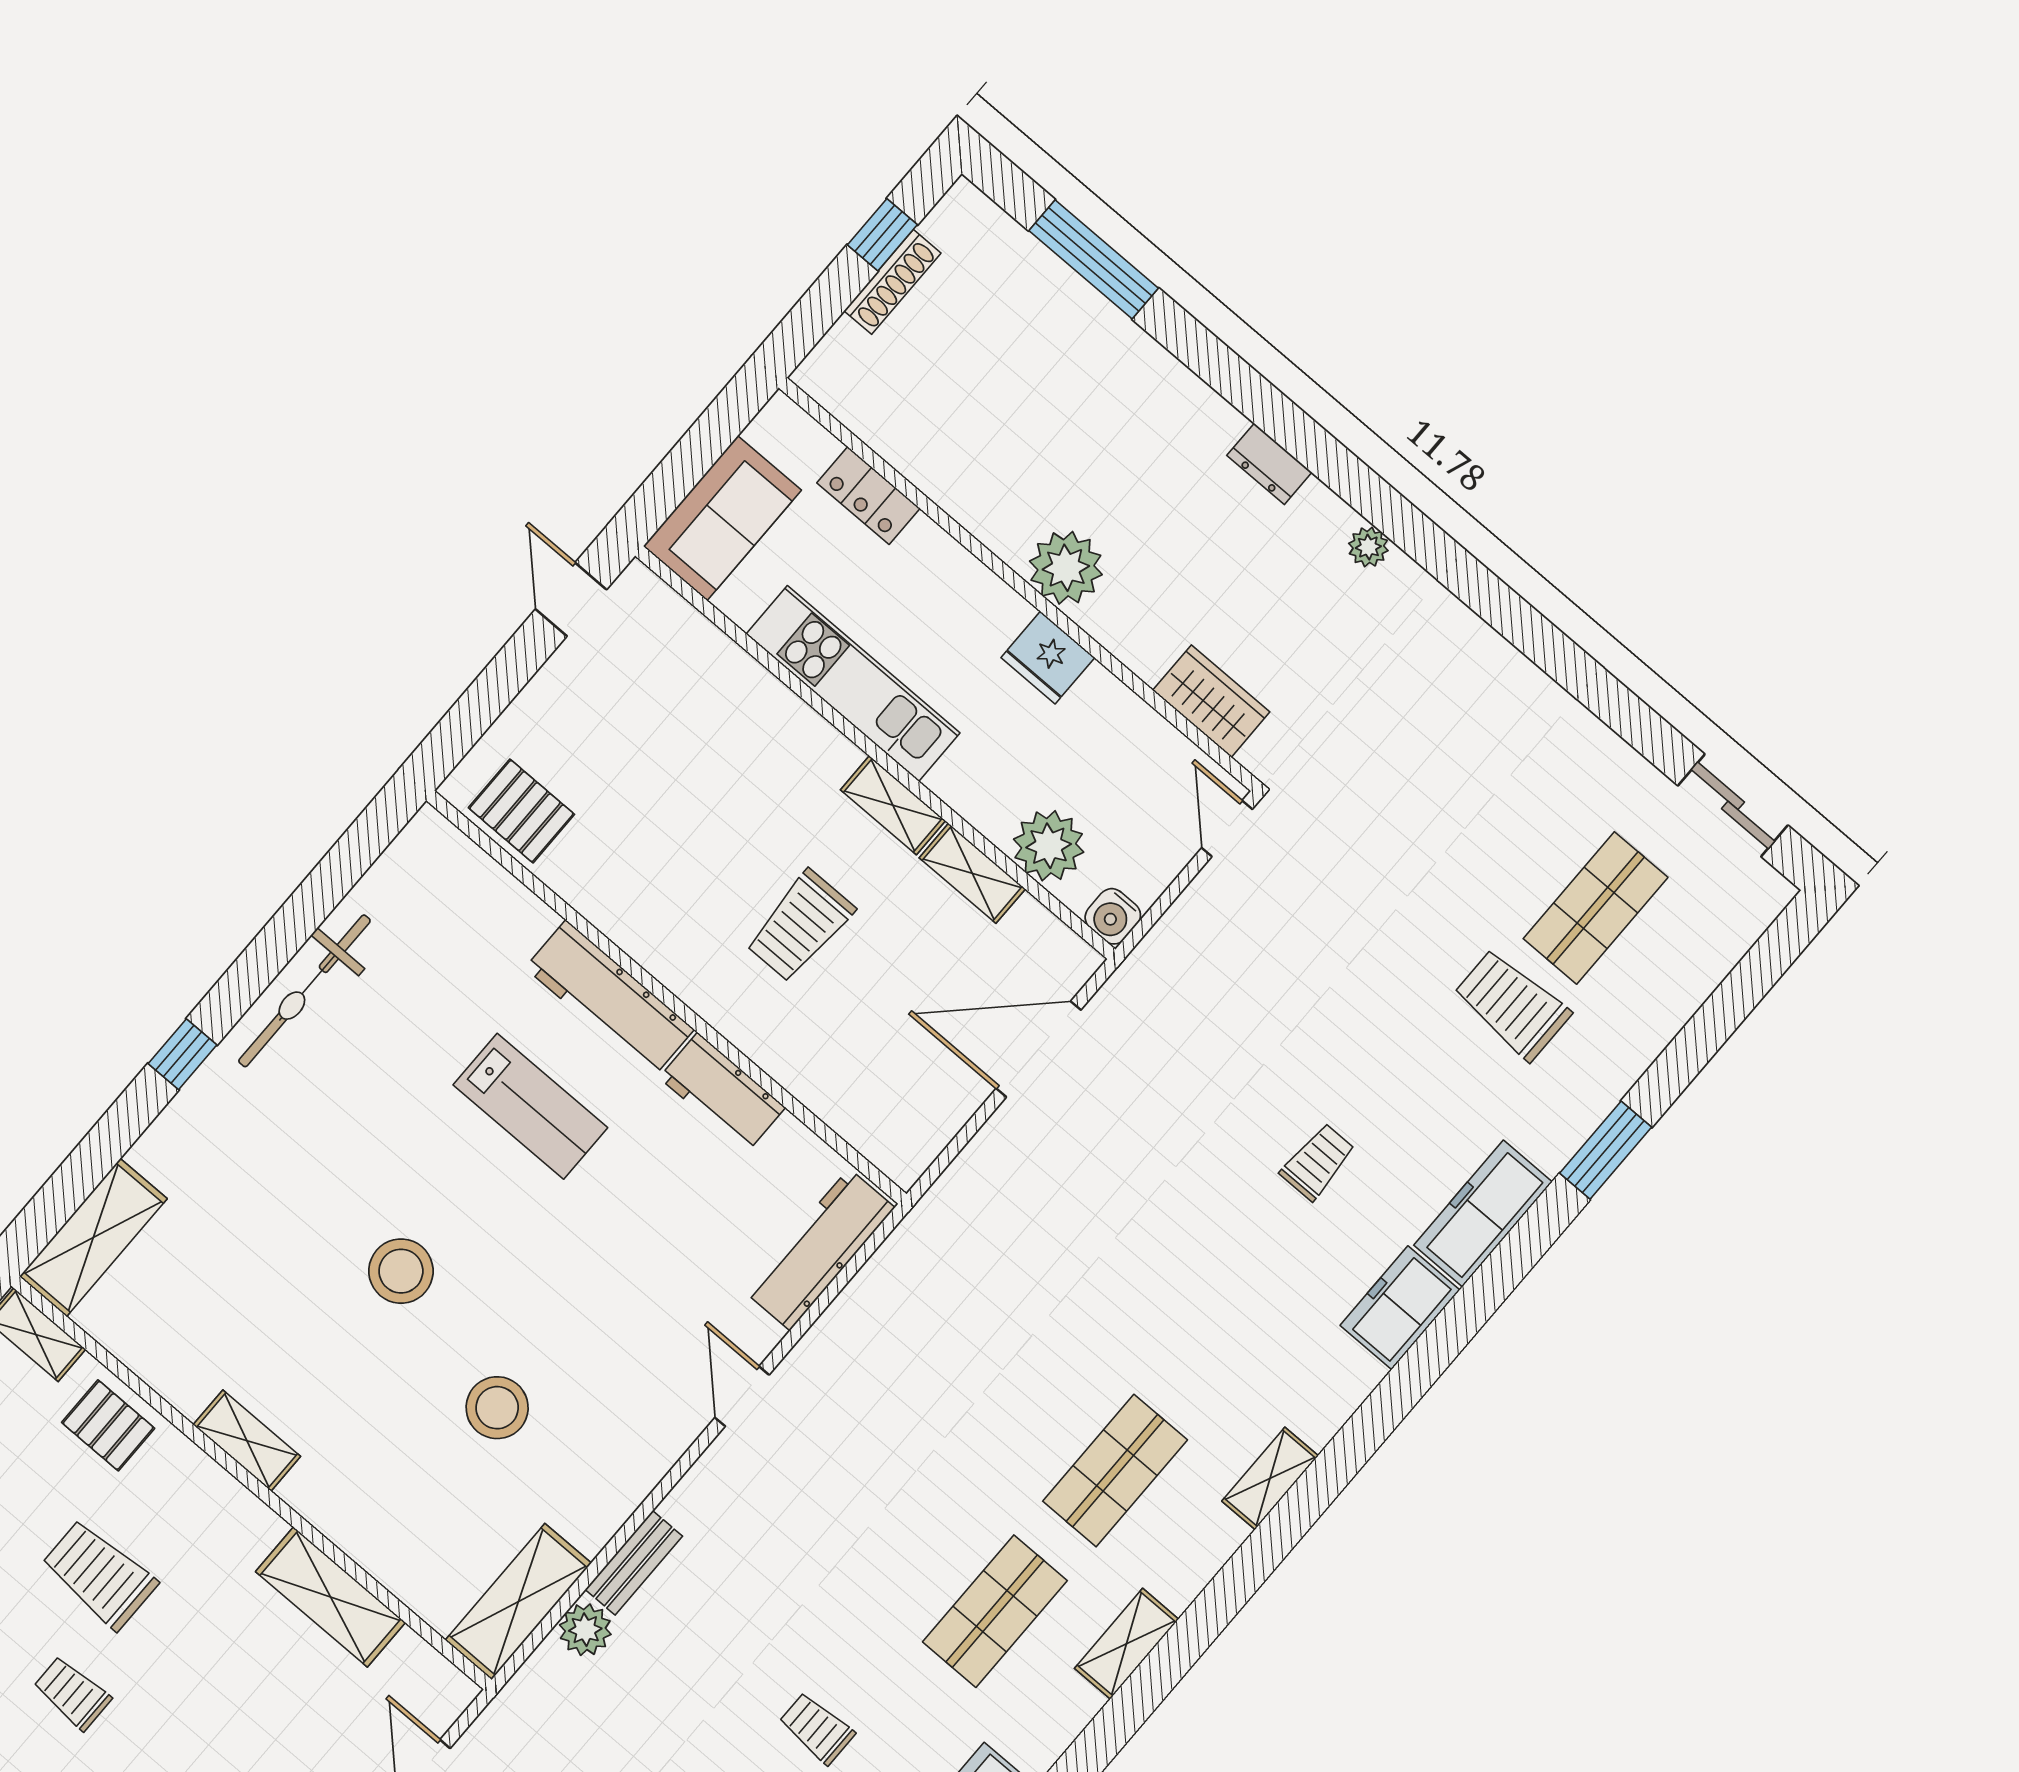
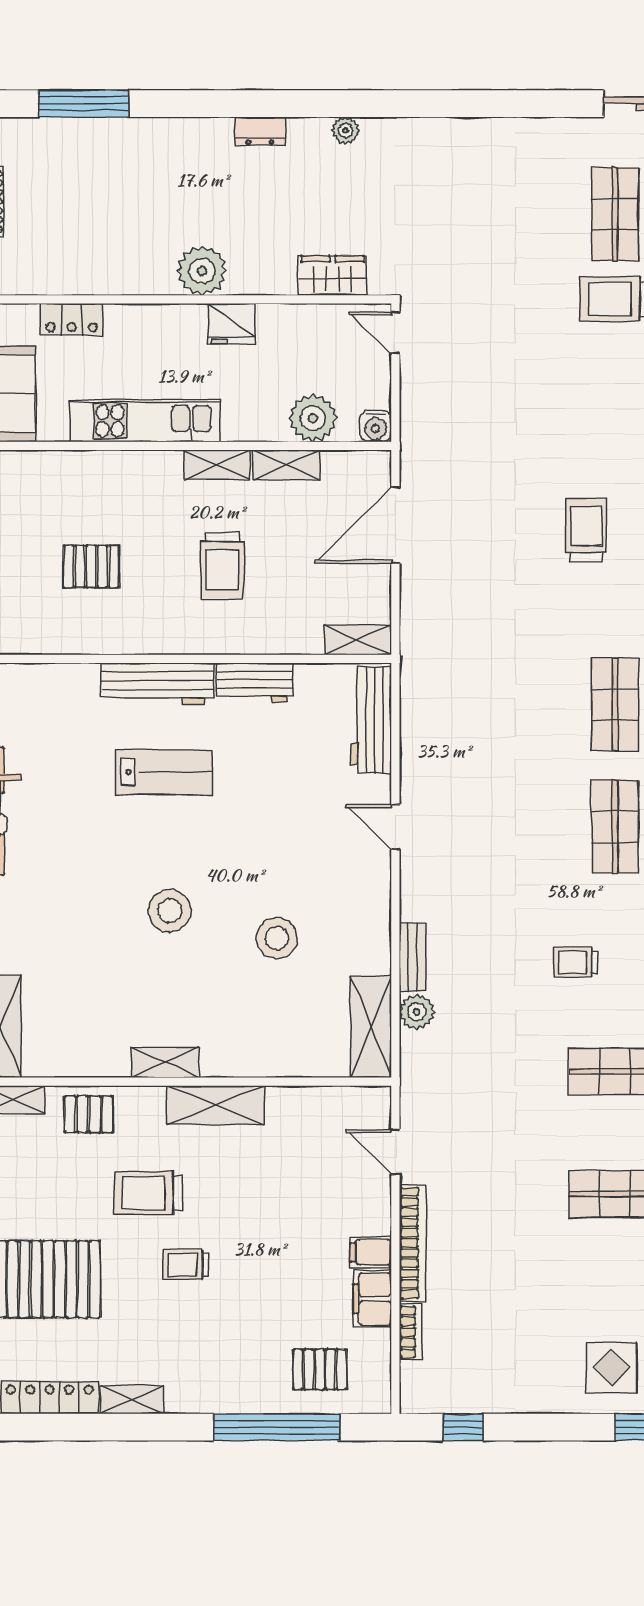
pallet: (521, 811) -> (91, 566), moved
shelving: (883, 1144) -> (358, 640), added
trolley: (1318, 1162) -> (586, 530), moved, width x1.36, depth x1.39
shelving: (331, 1597) -> (216, 1105), moved

